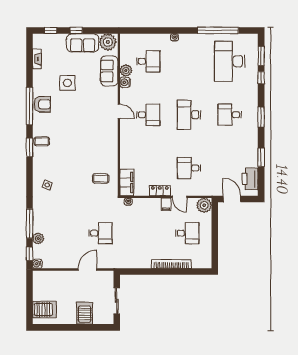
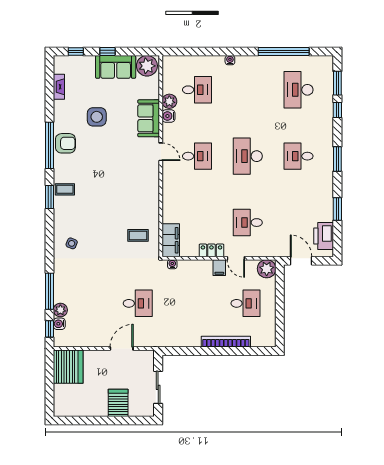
desk: (230, 61) -> (298, 90), width x0.73, depth x0.77
sofa: (109, 71) -> (149, 118), moved
water cooler: (37, 264) -> (59, 324), moved
server rack: (44, 310) -> (68, 367), moved, width x1.60

